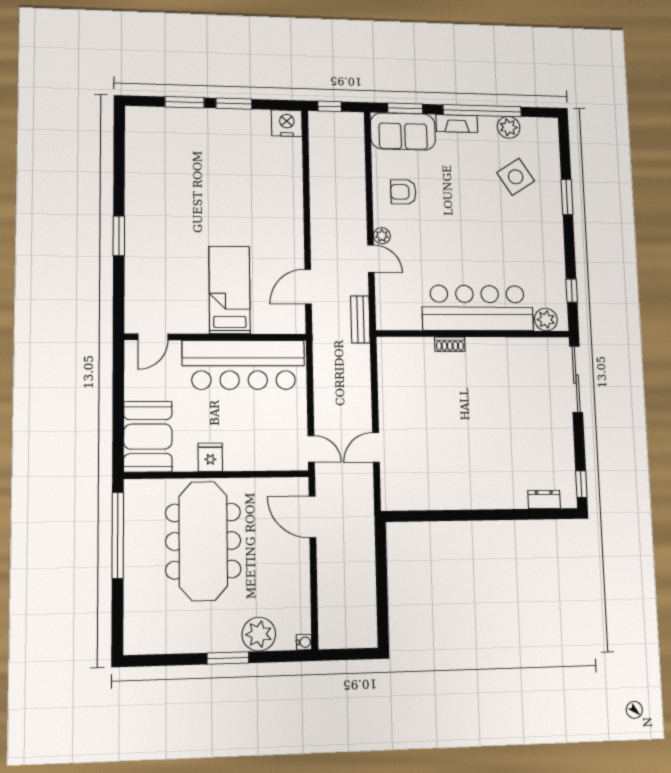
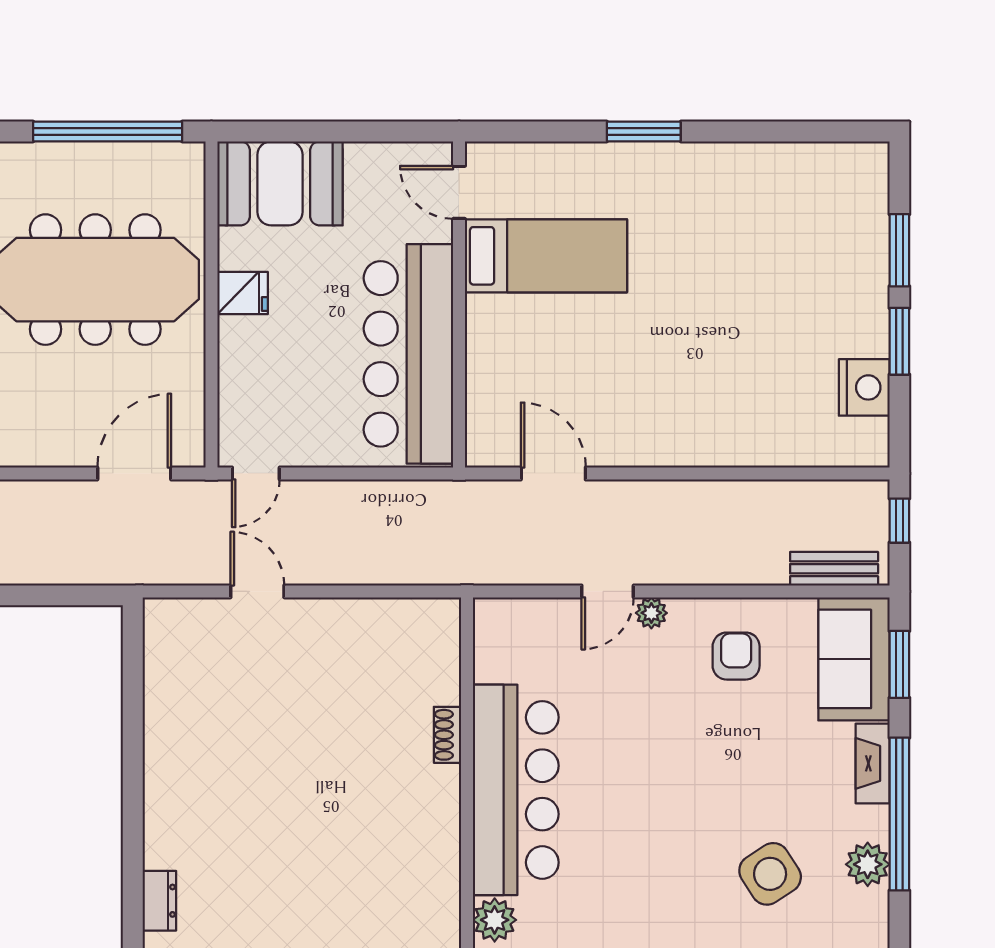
nightstand: (287, 123) -> (864, 387), moved
bed: (230, 290) -> (546, 256), moved
bench: (360, 319) -> (834, 569), moved

